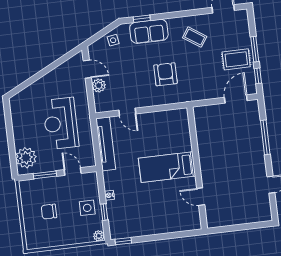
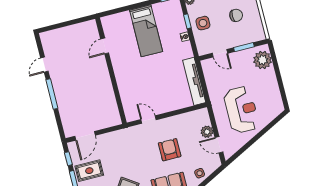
armchair: (165, 74) -> (170, 150), moved, turned 180
door: (127, 112) -> (148, 120), moved
reception desk: (61, 123) -> (241, 110), moved
window: (265, 137) -> (52, 94), moved
bed: (167, 167) -> (146, 31), moved, turned 90
door: (201, 197) -> (105, 46), swing flipped

